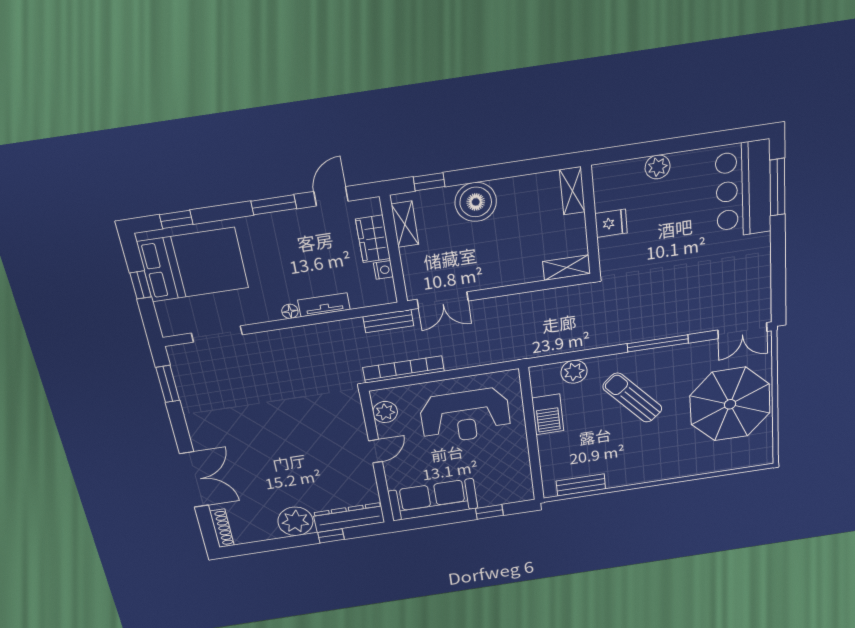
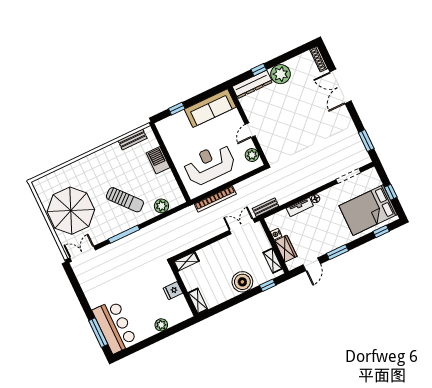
bookcase: (404, 369) -> (215, 199), moved
barbecue: (548, 414) -> (158, 160), moved

